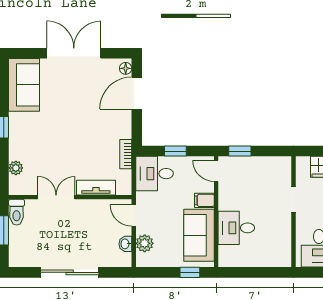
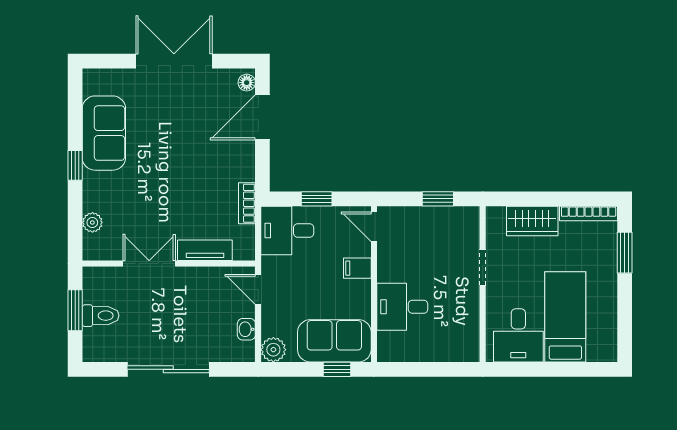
sofa: (24, 85) -> (104, 133), moved
window: (240, 151) -> (438, 199), moved
toilet: (17, 212) -> (101, 316), moved, turned -90
sofa: (199, 235) -> (334, 341), moved, turned 90
plant: (145, 243) -> (273, 350), moved

